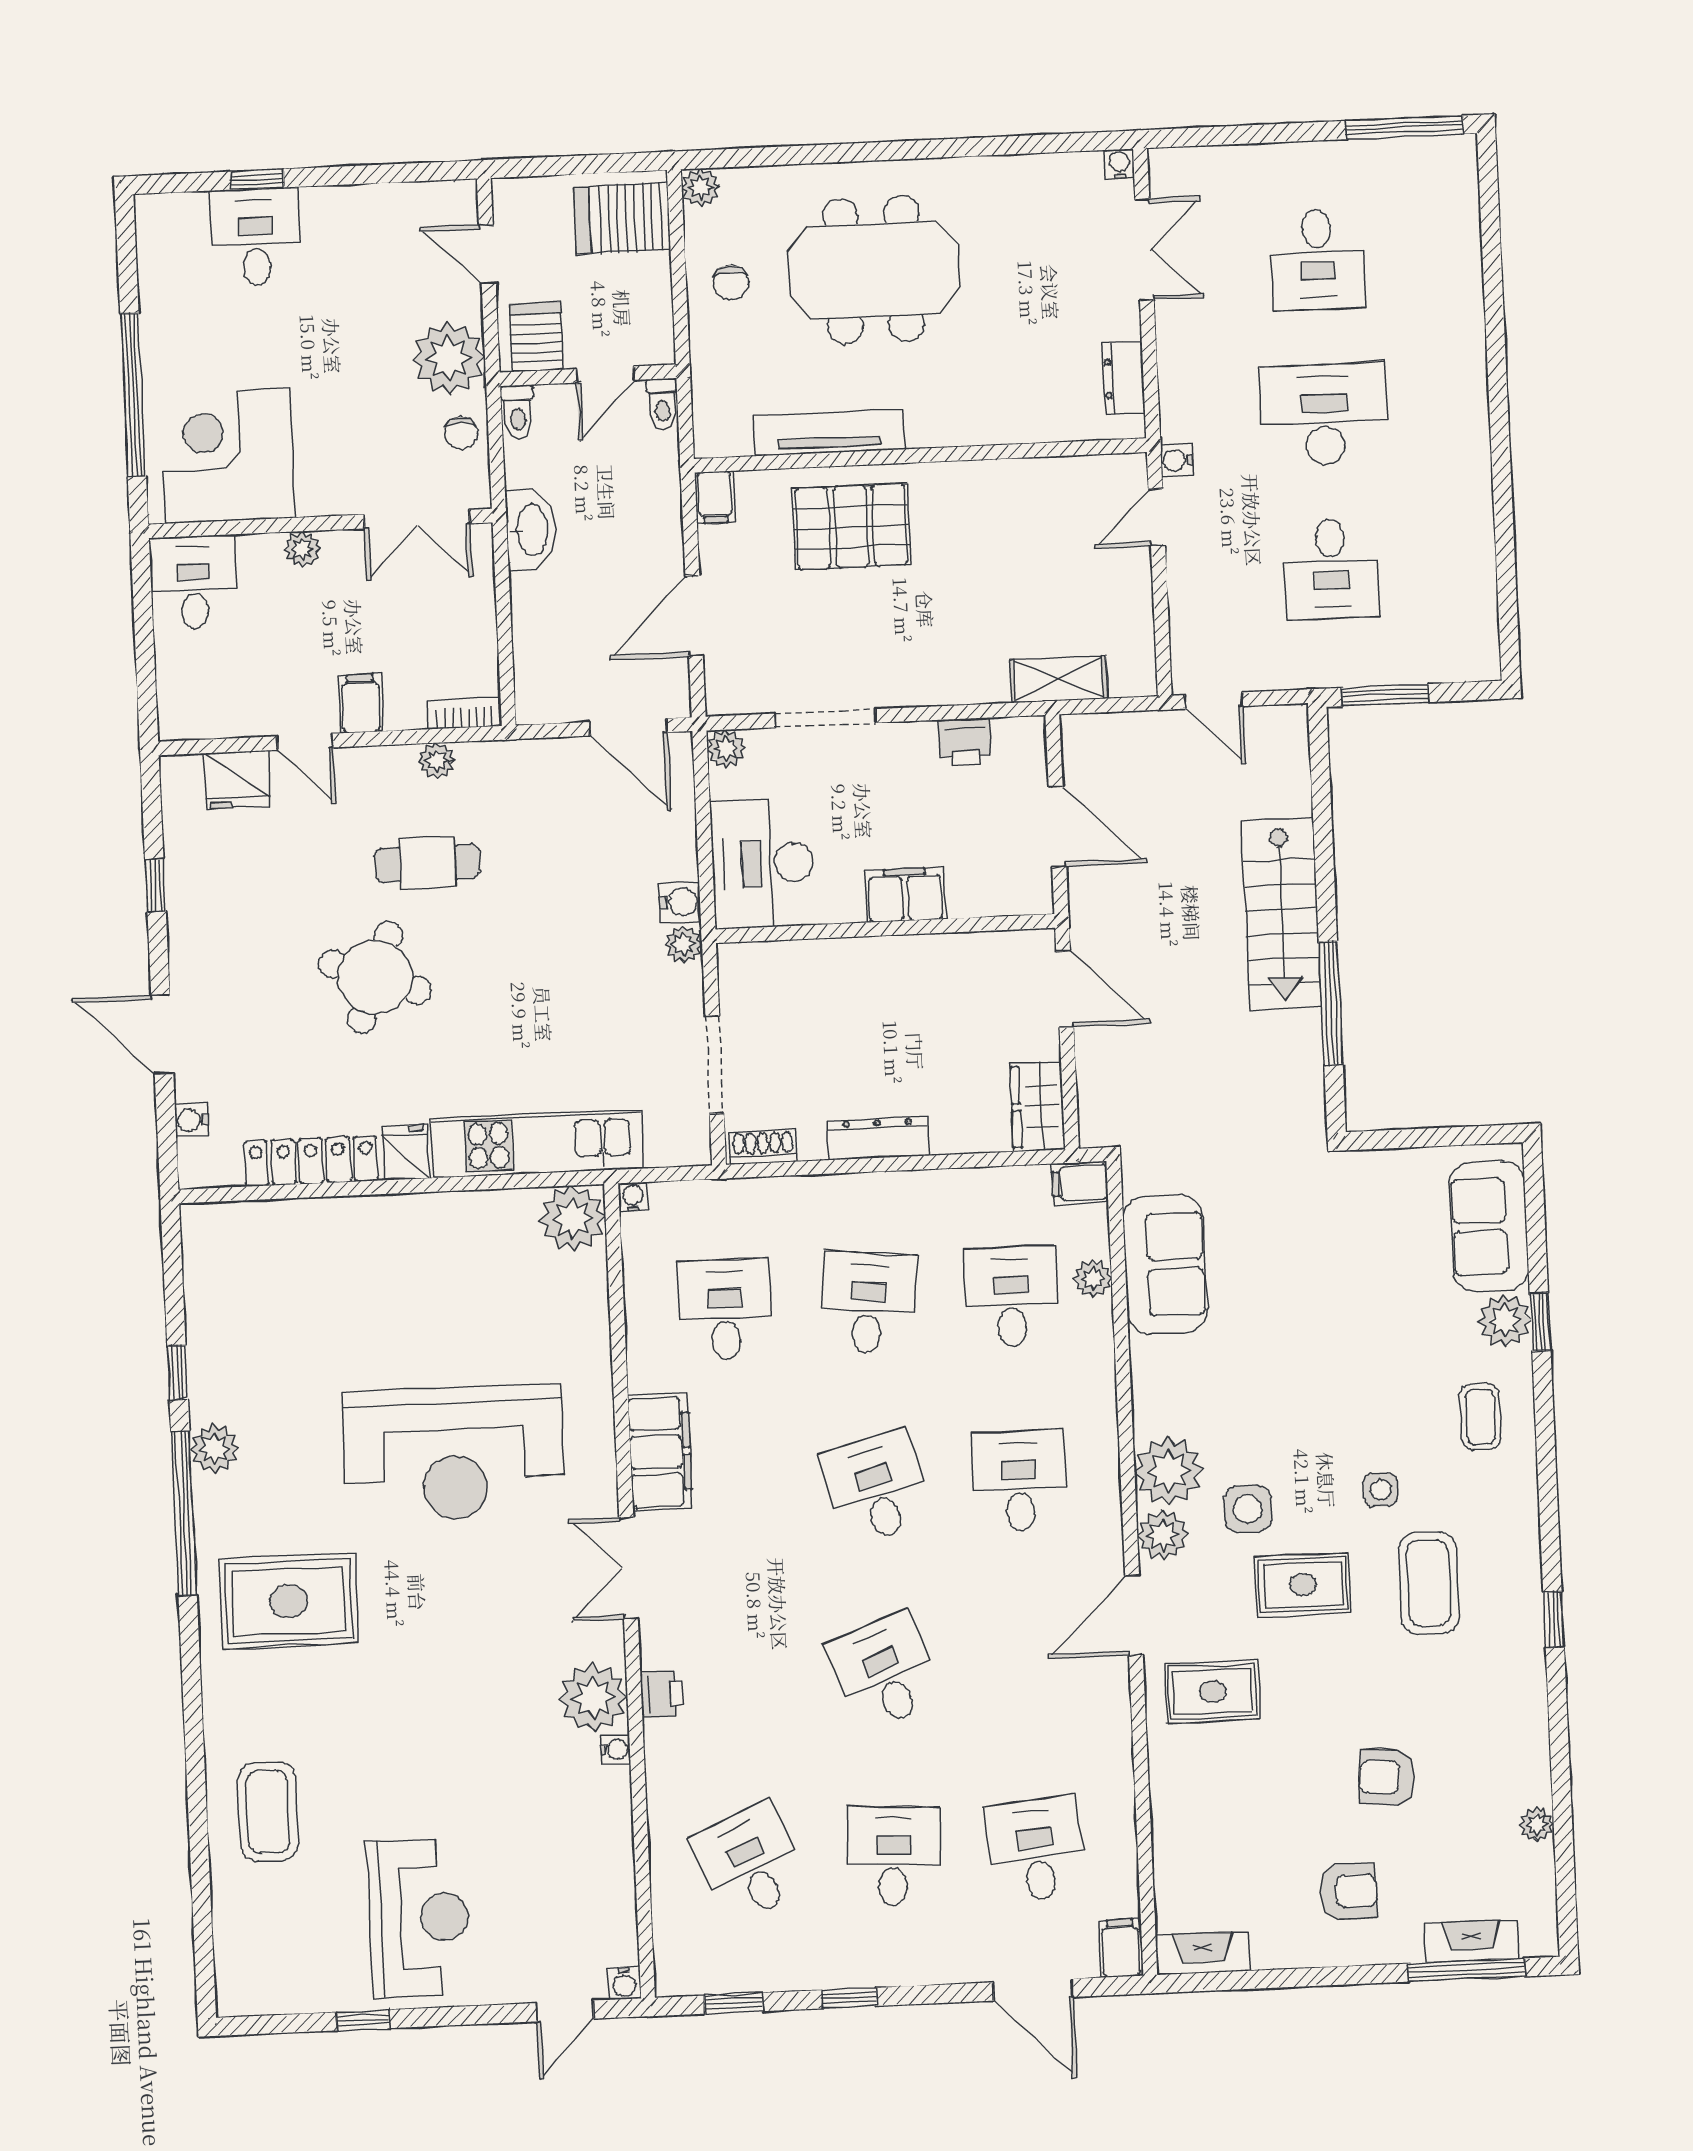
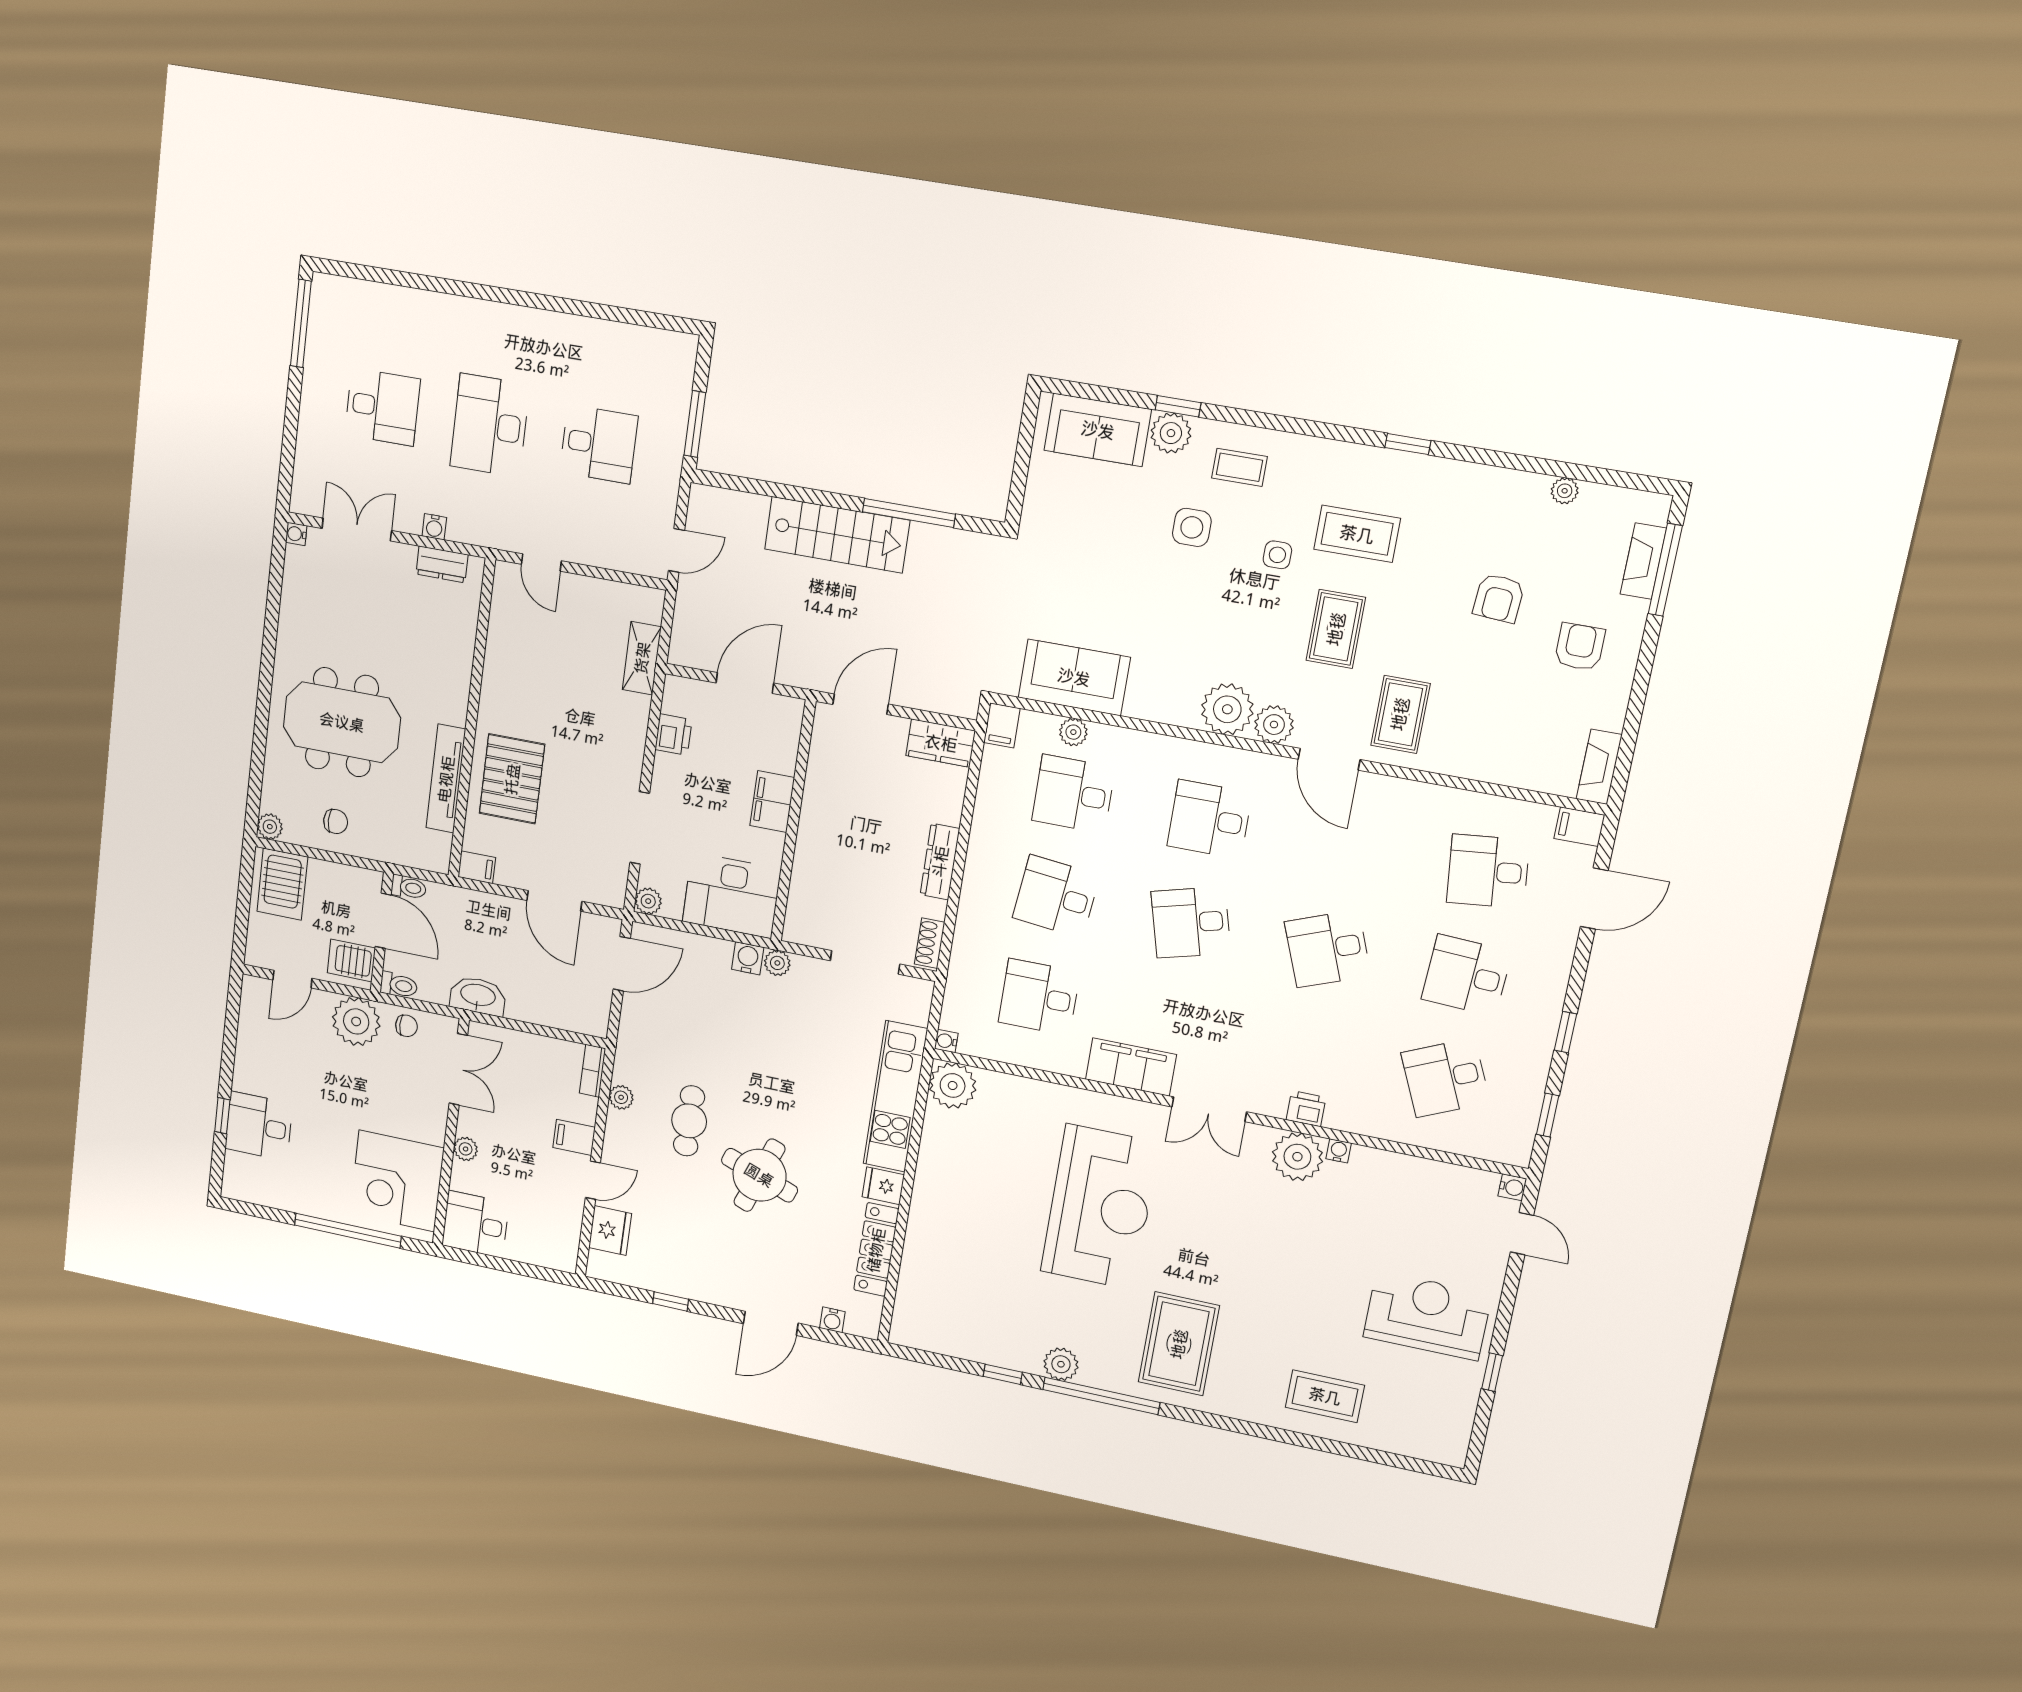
meeting table: (873, 270) -> (342, 722), turned 90
door: (605, 374) -> (383, 921), width x1.38
water cooler: (1177, 460) -> (434, 527), moved
side table: (1248, 1509) -> (1192, 527), moved

